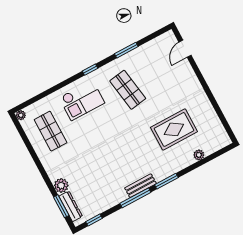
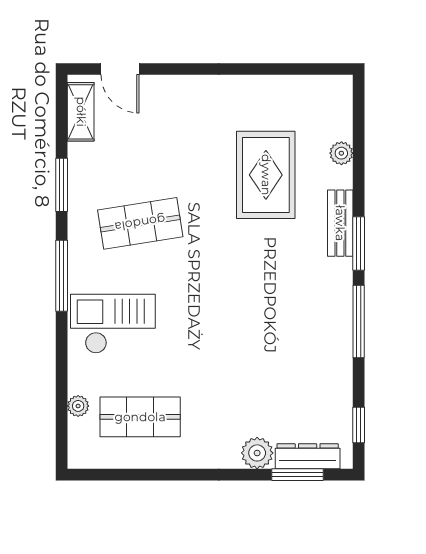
shelving: (160, 42) -> (81, 112), added
window: (90, 70) -> (62, 276), width x2.17
checkout: (82, 100) -> (113, 324), turned -90
plant: (21, 115) -> (78, 406), moved
bench: (141, 186) -> (340, 223), moved

